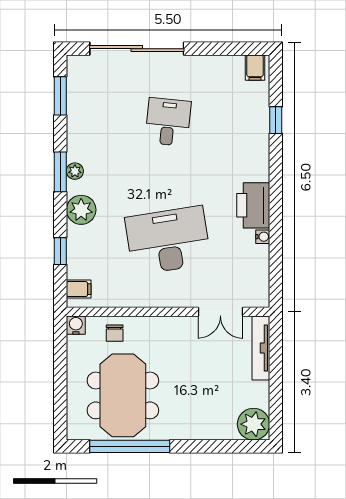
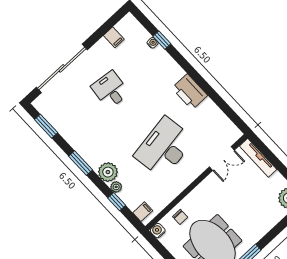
filing cabinet: (255, 68) -> (114, 37), moved
plant: (75, 171) -> (116, 187), moved
water cooler: (263, 237) -> (153, 43), moved

